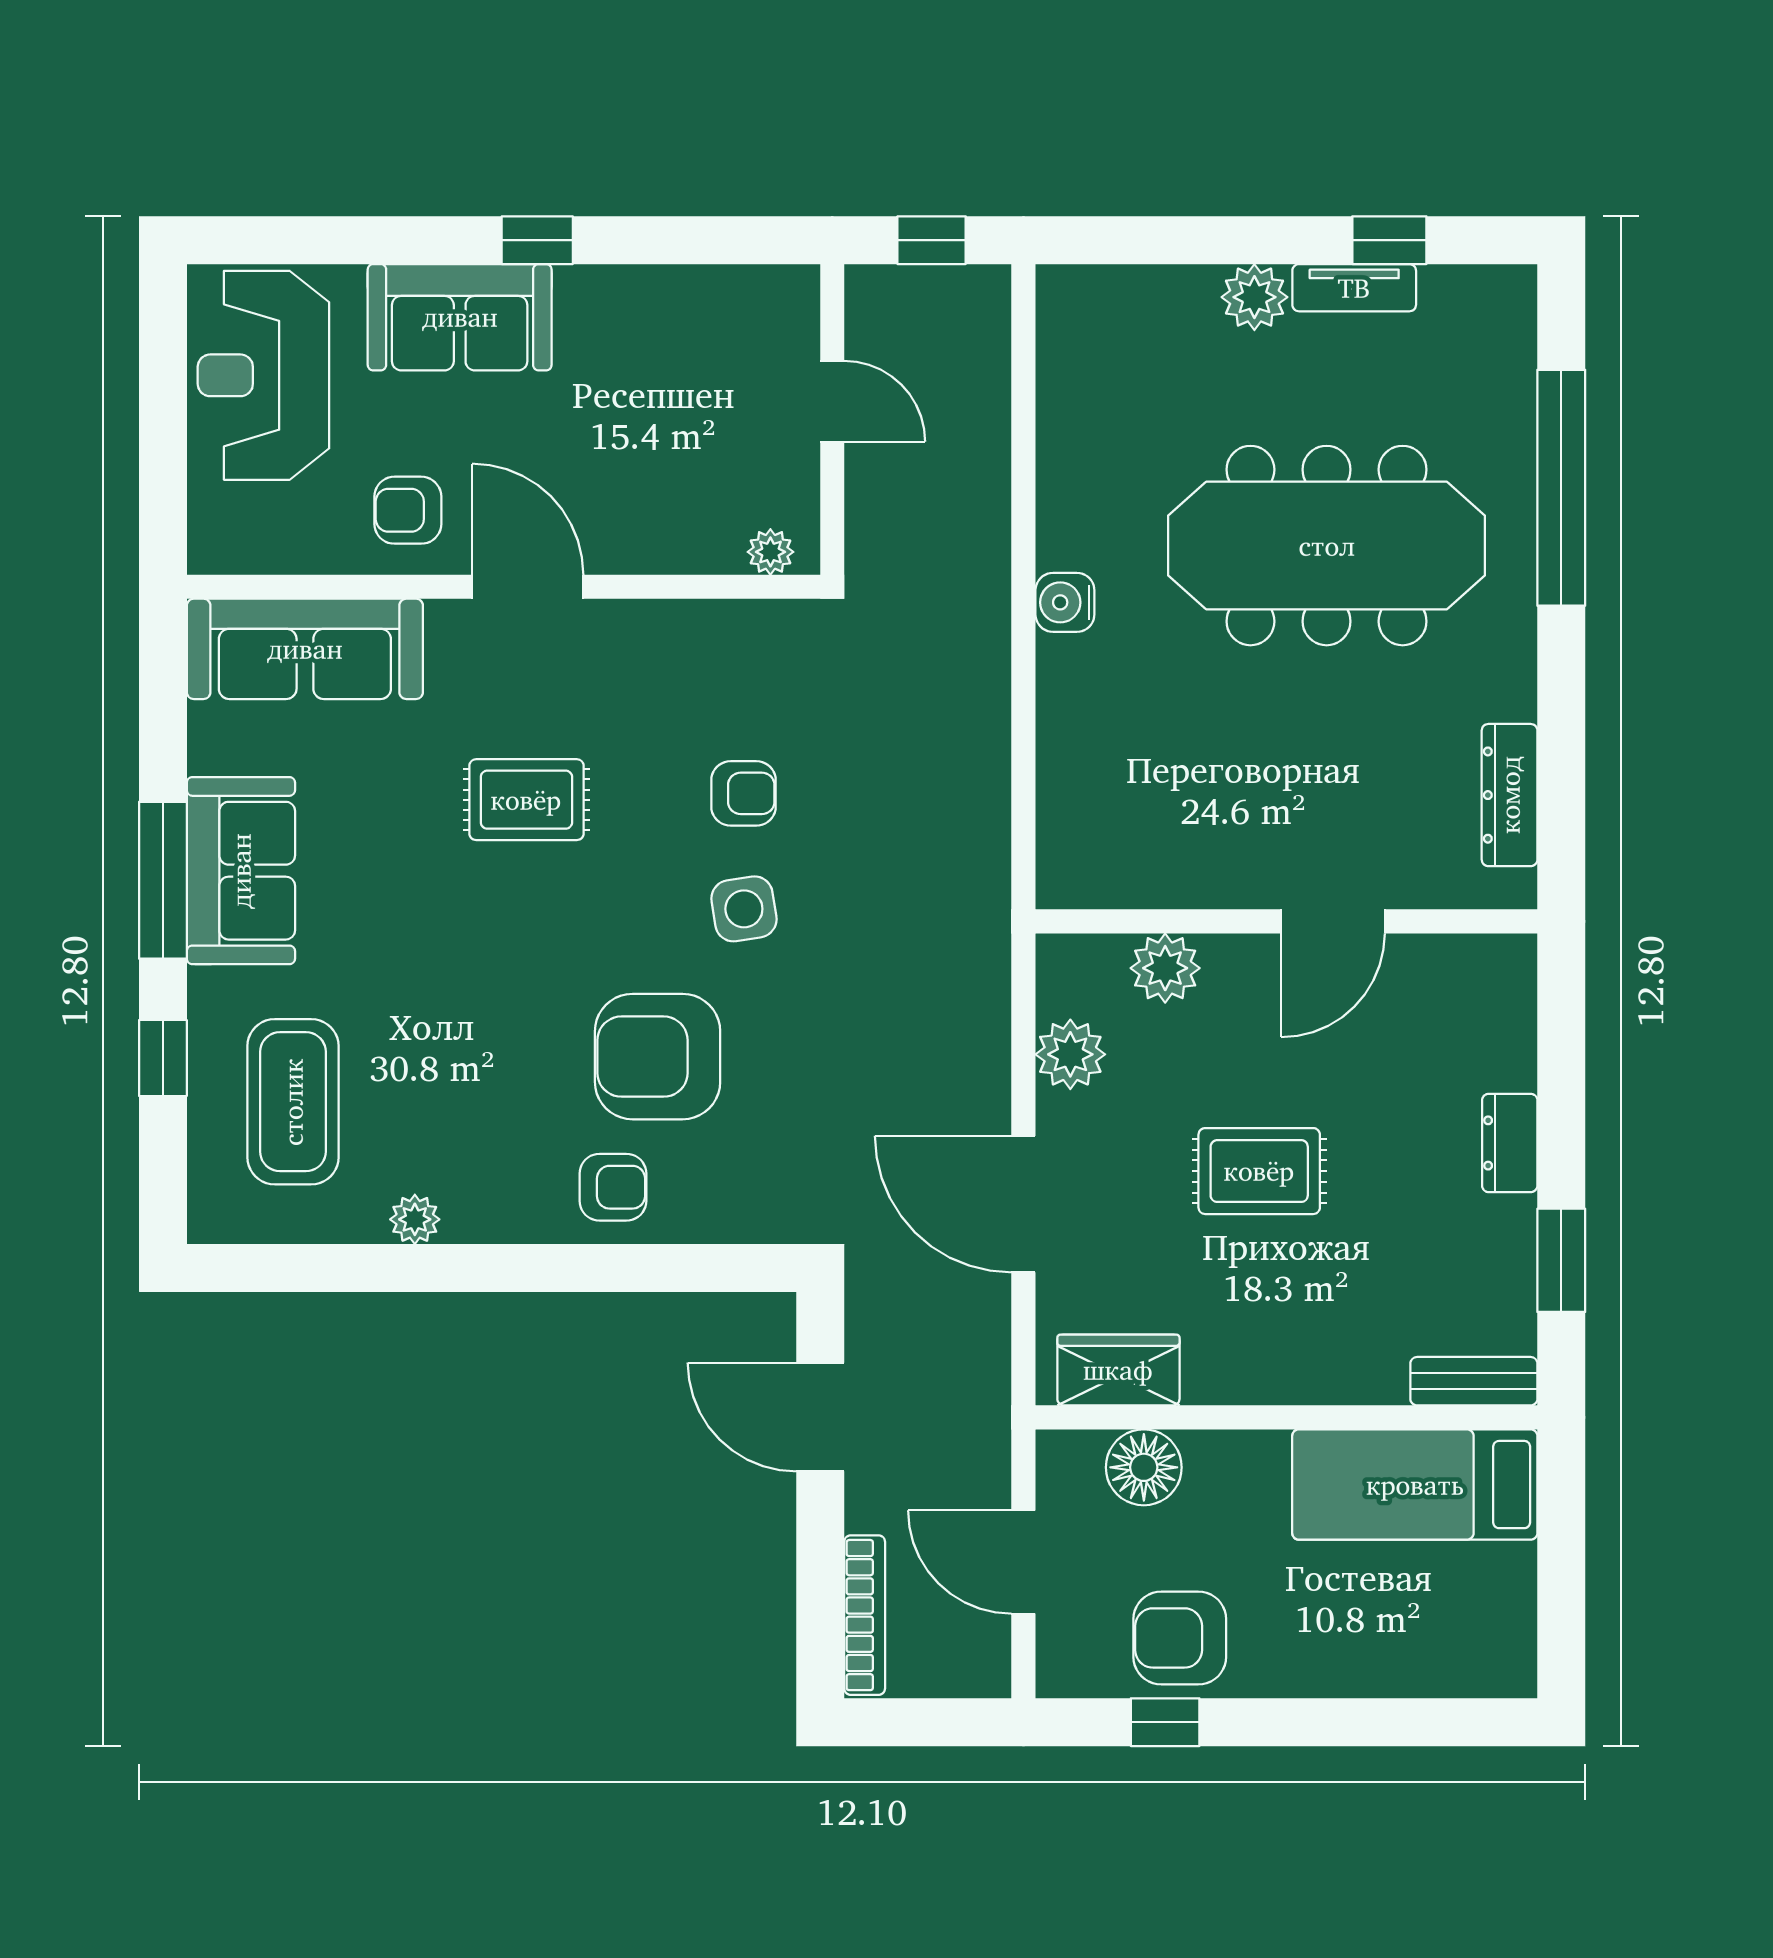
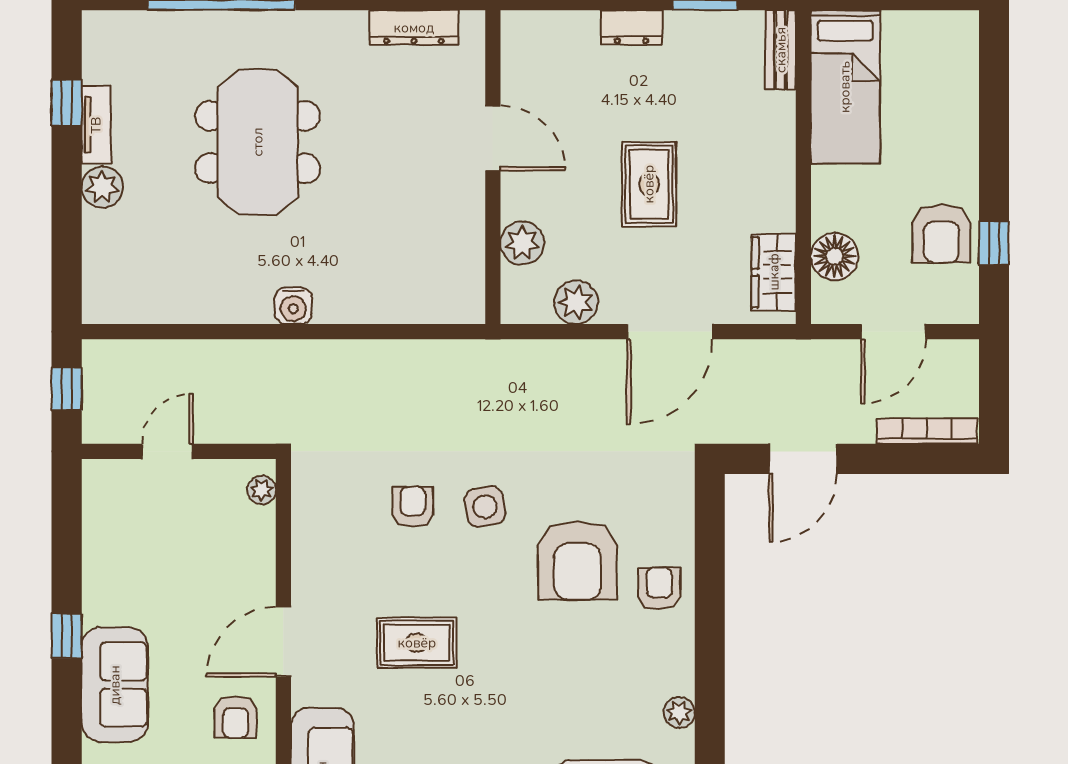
meeting table: (1327, 546) -> (258, 142), width x0.73
rug: (526, 800) -> (417, 643), turned 90

